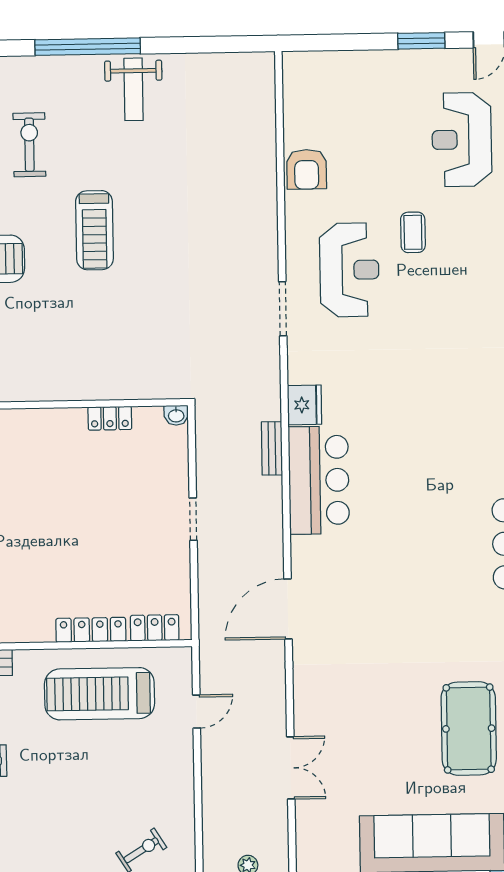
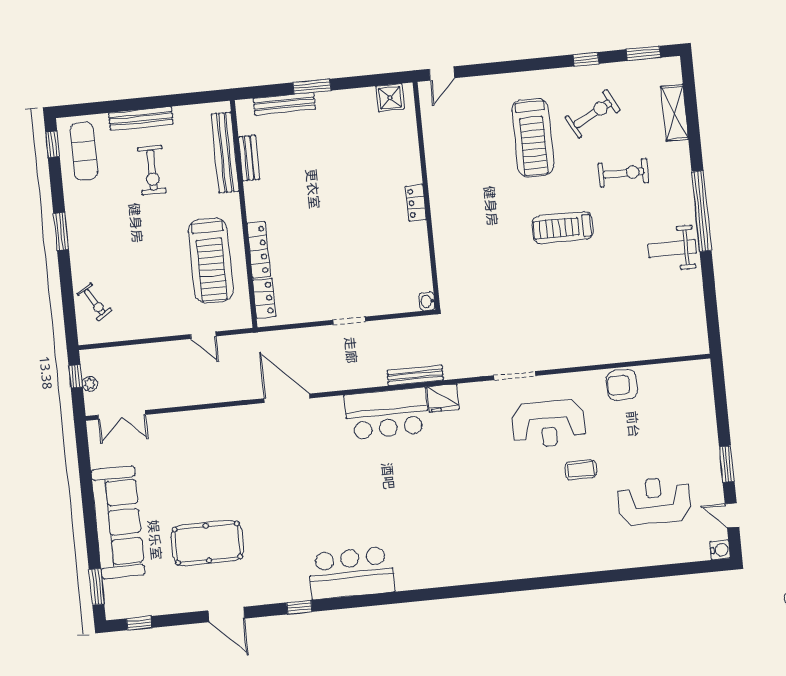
locker: (110, 418) -> (416, 203), moved
bench: (272, 448) -> (415, 375), width x1.36
treadmill: (100, 694) -> (211, 260), turned 180
double door: (291, 768) -> (122, 415), moved

